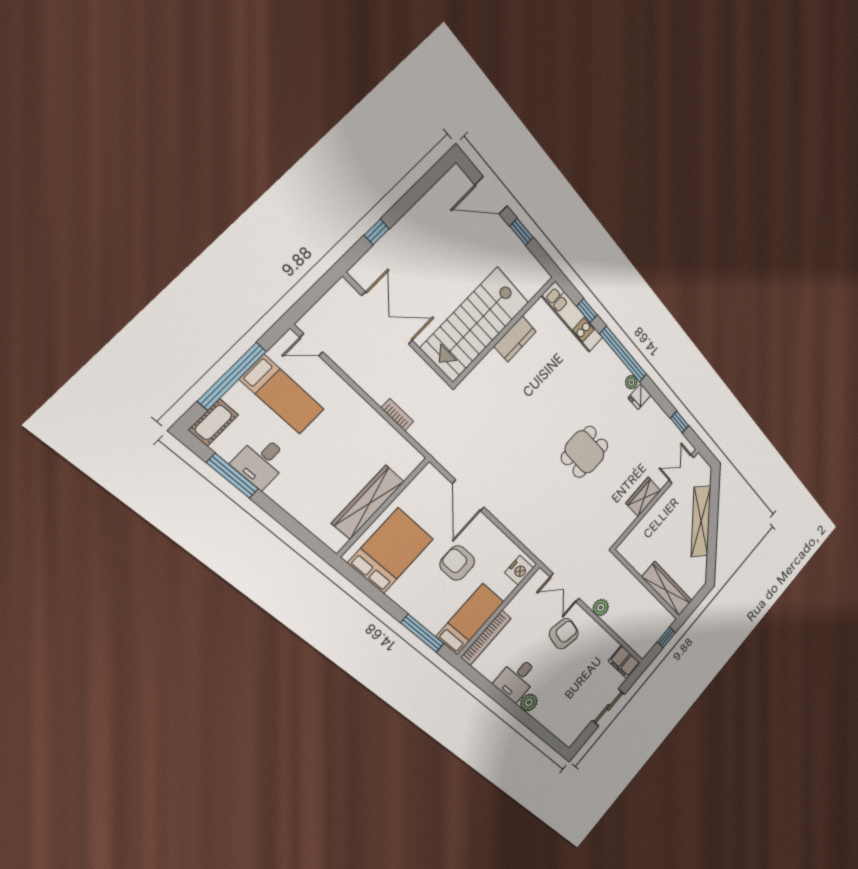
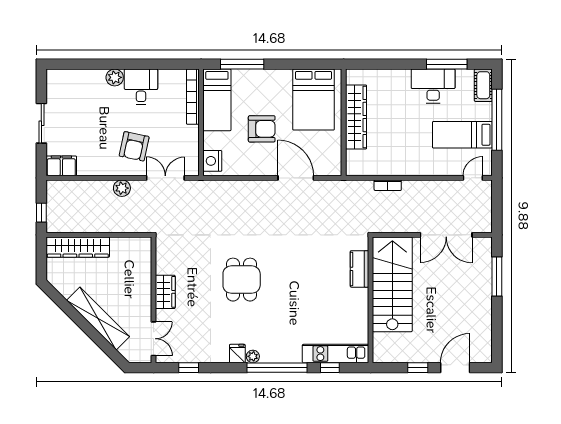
window: (377, 232) -> (497, 276), width x2.17
kitchen counter: (515, 339) -> (359, 269), moved
desk: (261, 462) -> (433, 86), width x1.37

